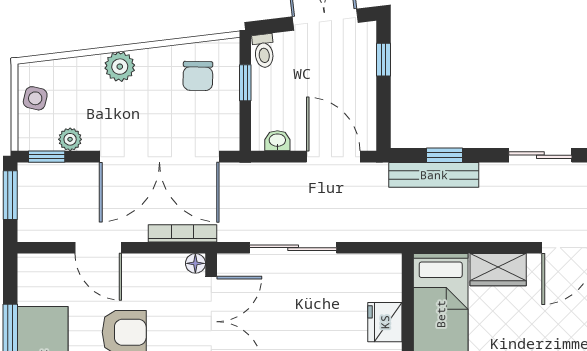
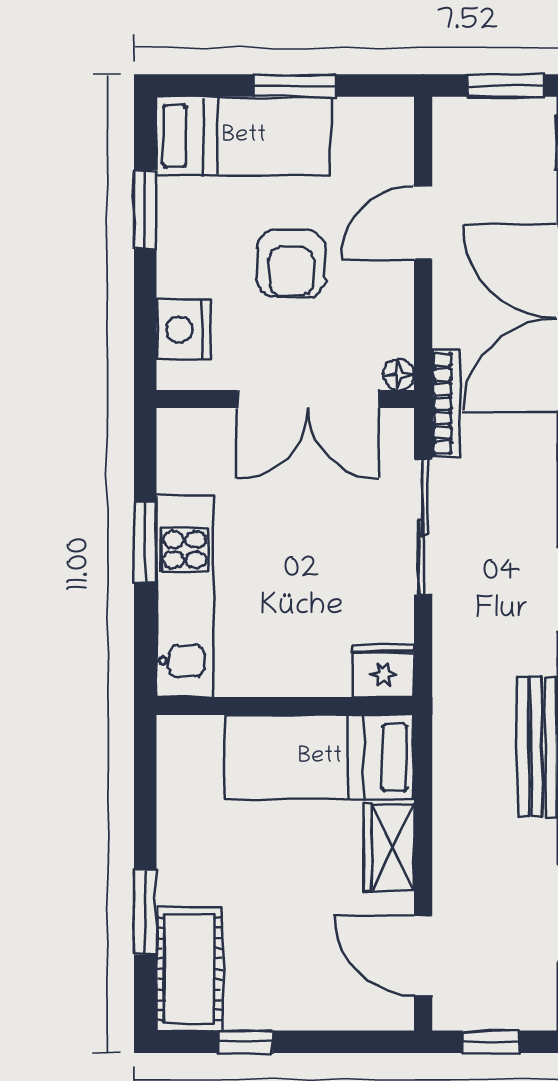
bookcase: (183, 233) -> (446, 404), moved
fridge: (385, 322) -> (383, 671), moved

